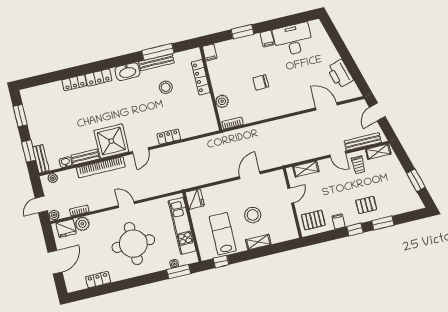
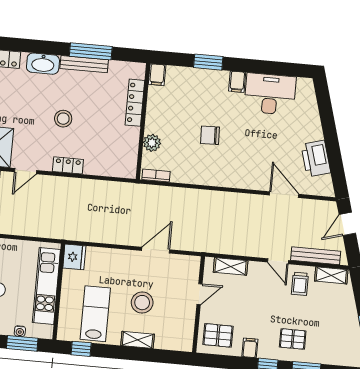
stool: (166, 87) -> (63, 119), moved

